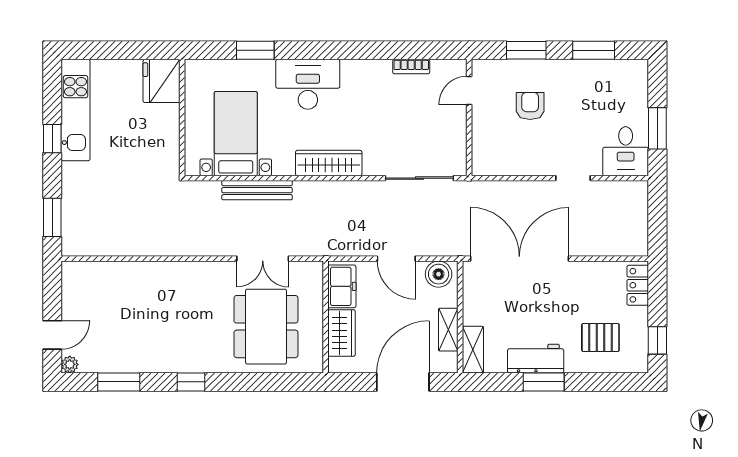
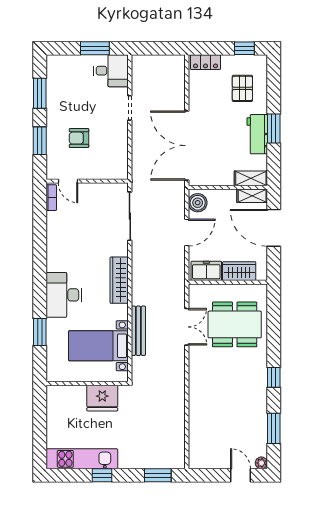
bookcase: (411, 67) -> (51, 198), moved
fridge: (162, 81) -> (102, 398), moved
shelving: (448, 330) -> (252, 196), moved

